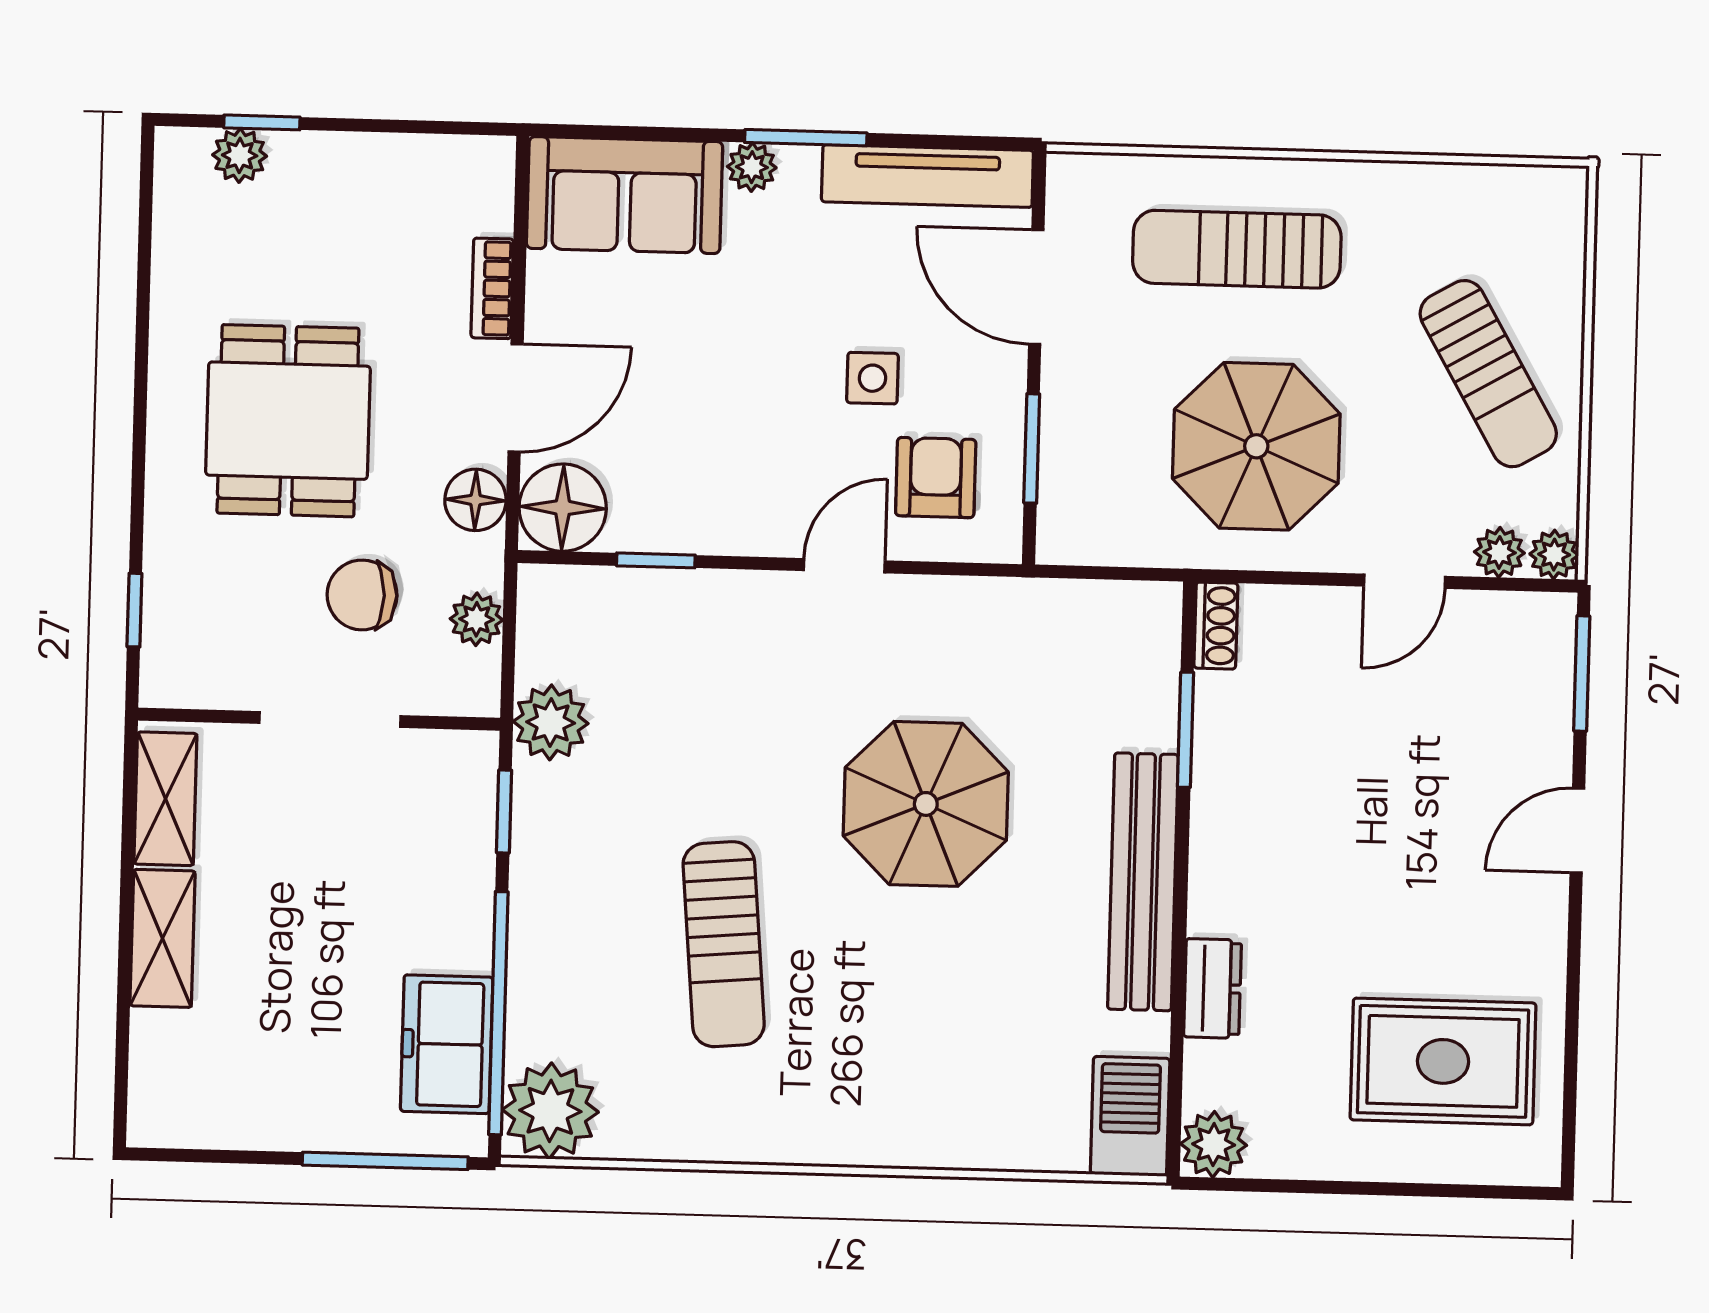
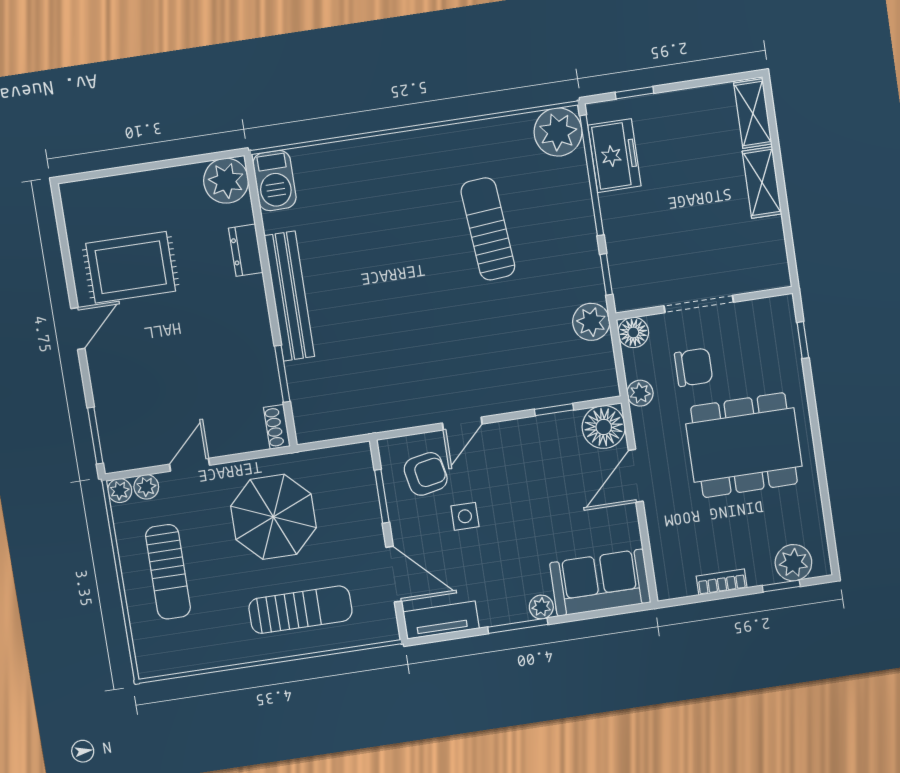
plant: (240, 155) -> (793, 563), width x1.38, depth x1.38
tv unit: (927, 176) -> (441, 620), width x0.71
bookcase: (492, 288) -> (722, 582), moved, turned -90
sun lounger: (1488, 374) -> (168, 572), turned -150
dining table: (288, 421) -> (744, 445), width x1.37
armchair: (936, 478) -> (426, 474), turned -101
floor lamp: (475, 500) -> (633, 332), moved
plant: (476, 619) -> (640, 393), moved
shelving: (165, 799) -> (753, 114), moved
parasol: (926, 804) -> (402, 315), removed
door: (1577, 830) -> (78, 328), moved
rug: (1443, 1061) -> (131, 267), moved
plant: (1214, 1144) -> (226, 181), width x1.36, depth x1.36
window: (385, 1161) -> (634, 93), width x0.46

